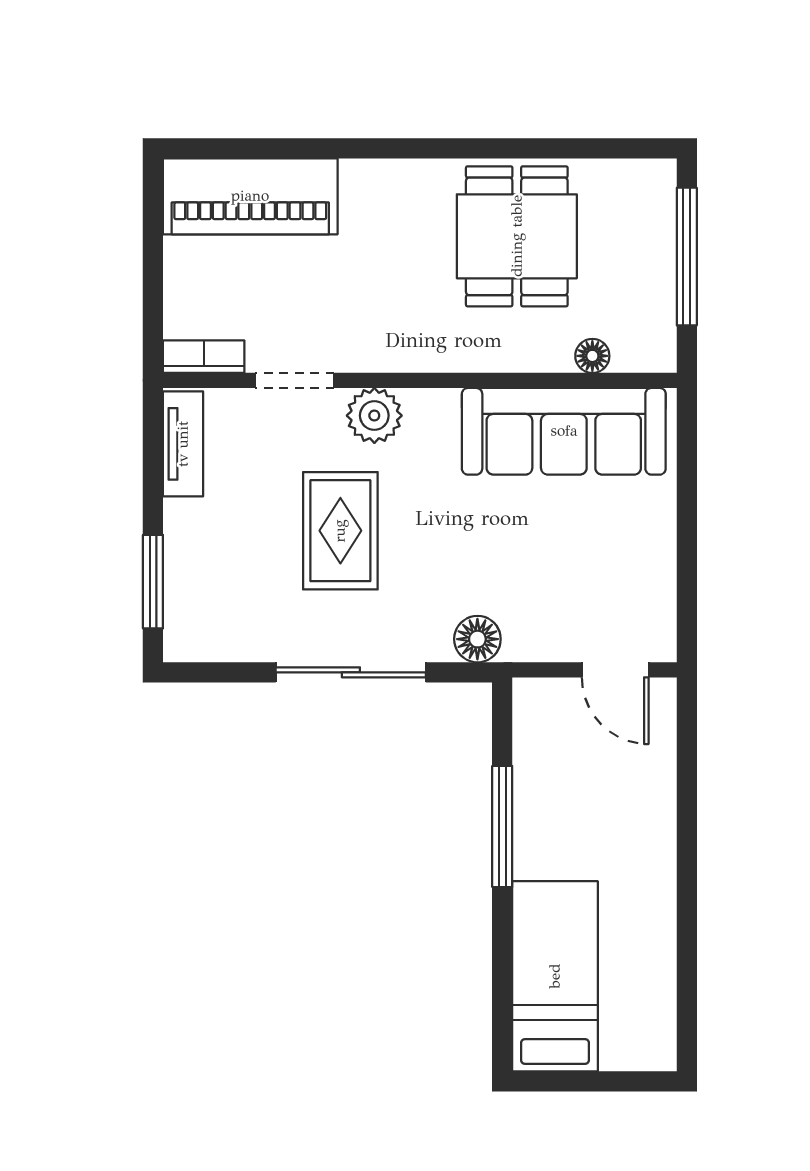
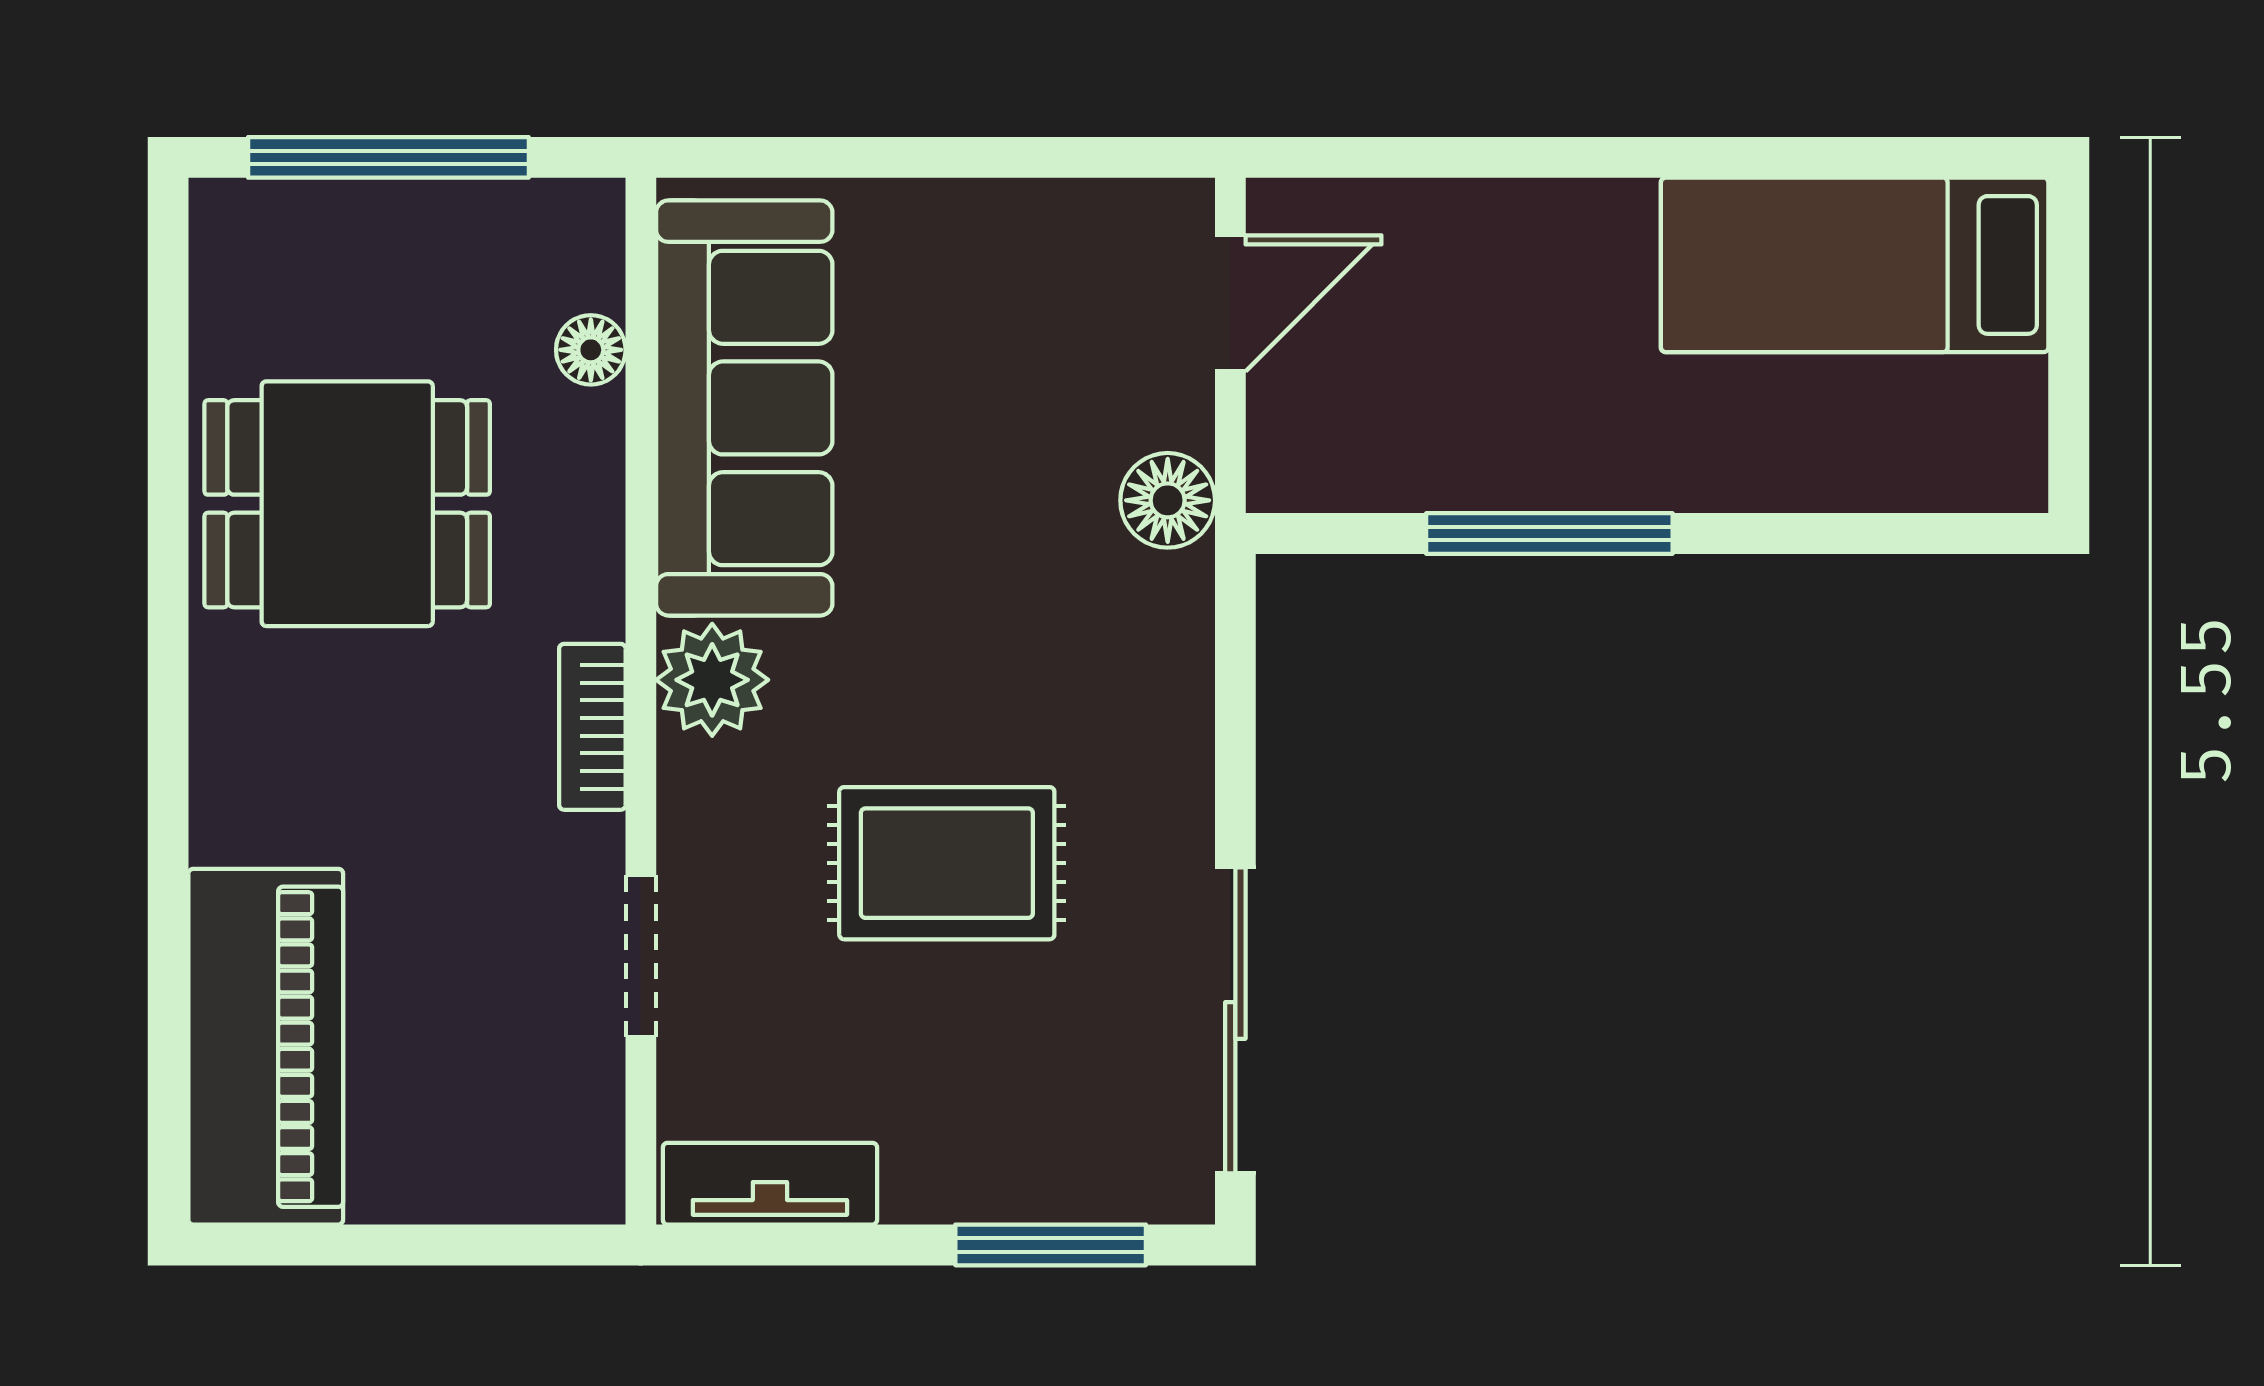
bookcase: (204, 357) -> (592, 727), moved
plant: (374, 416) -> (712, 680), moved
floor lamp: (477, 639) -> (1168, 500), moved
sliding door: (351, 672) -> (1235, 1020), moved
bed: (555, 976) -> (1855, 265), moved

